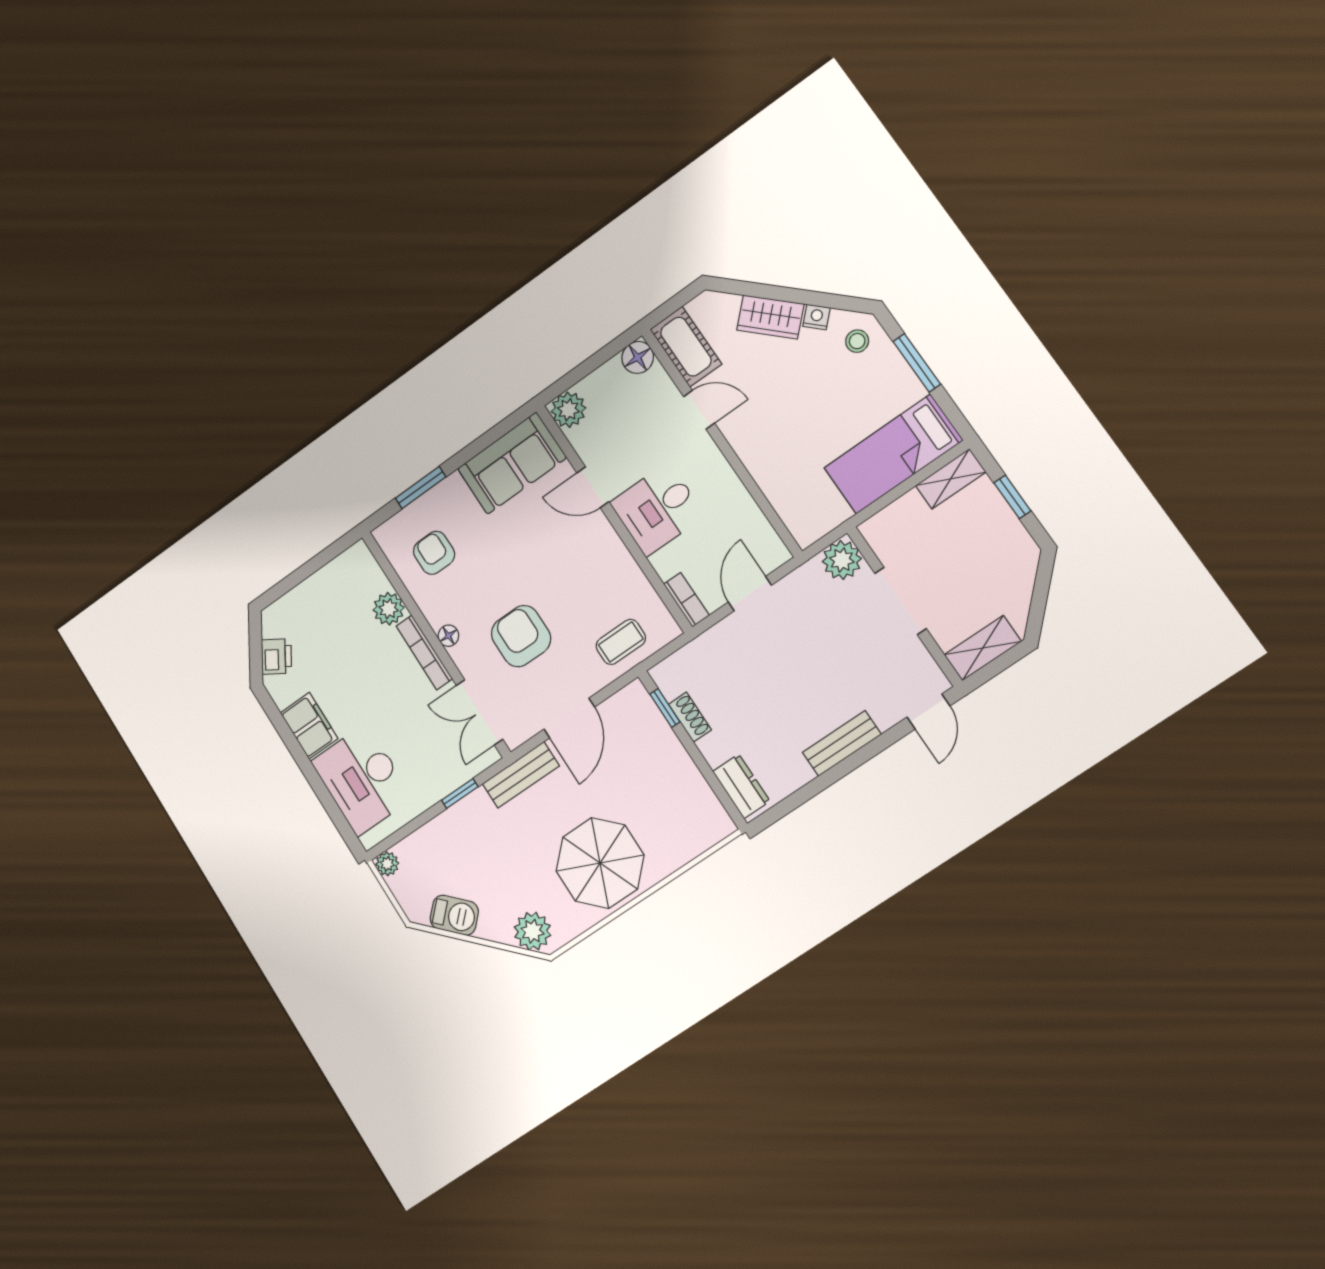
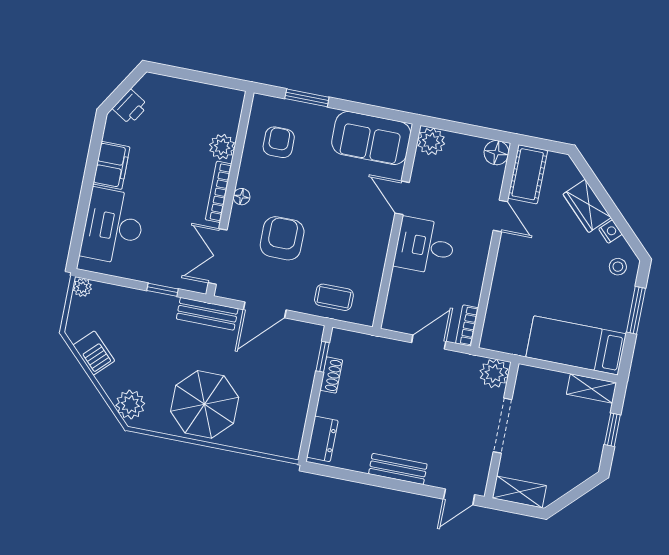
bookcase: (686, 600) -> (467, 326), moved, turned 180

